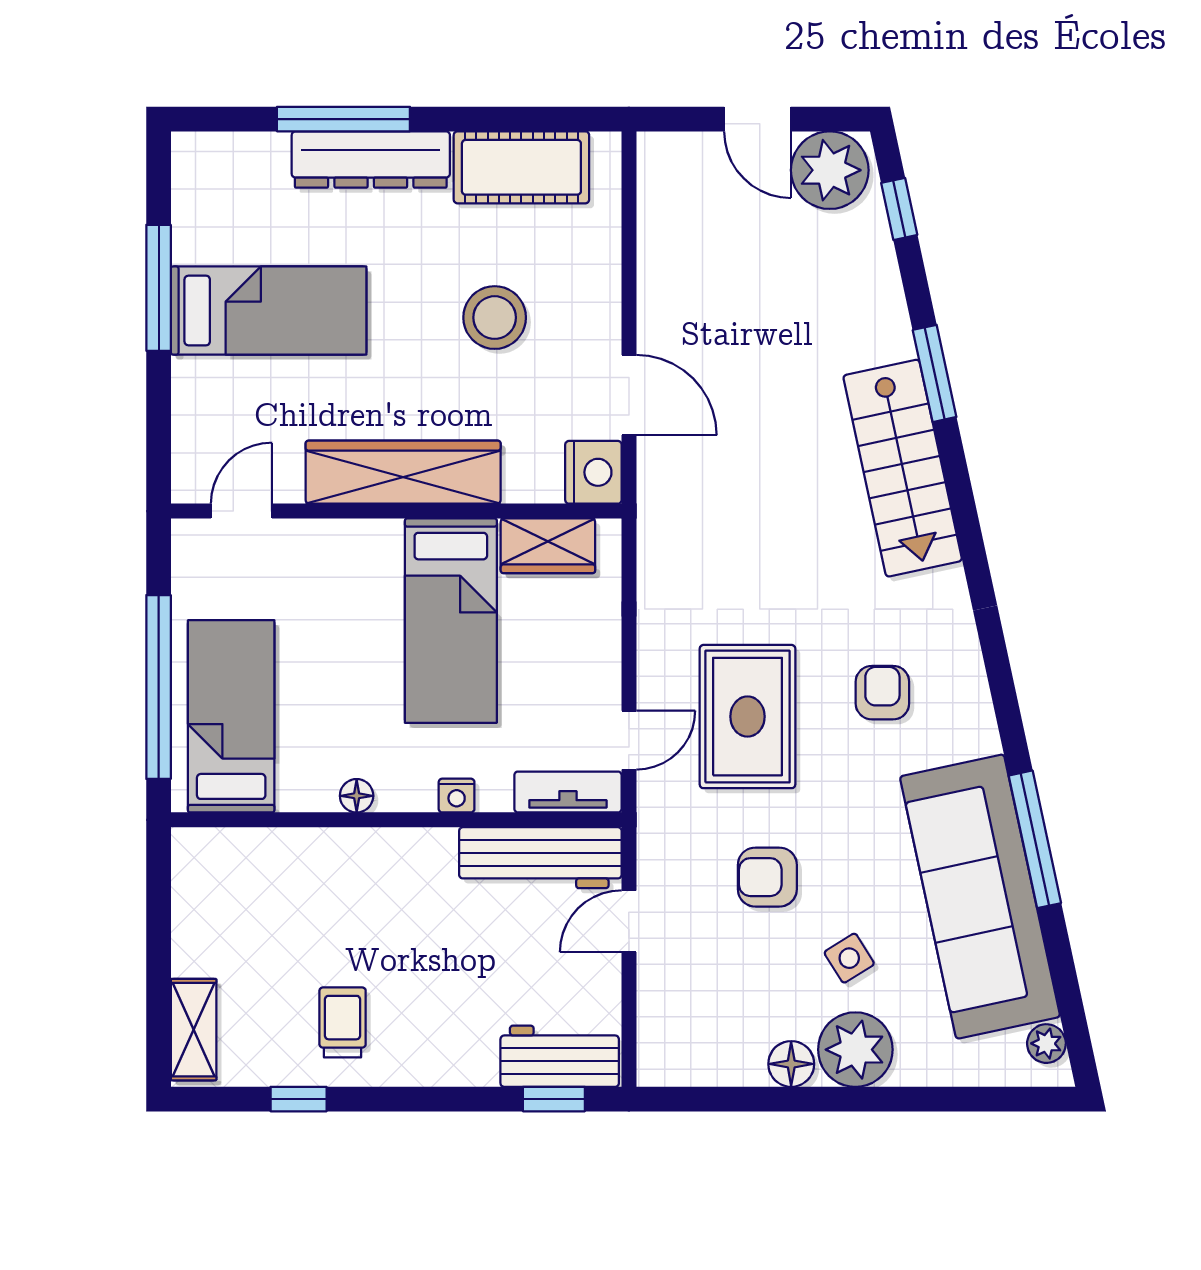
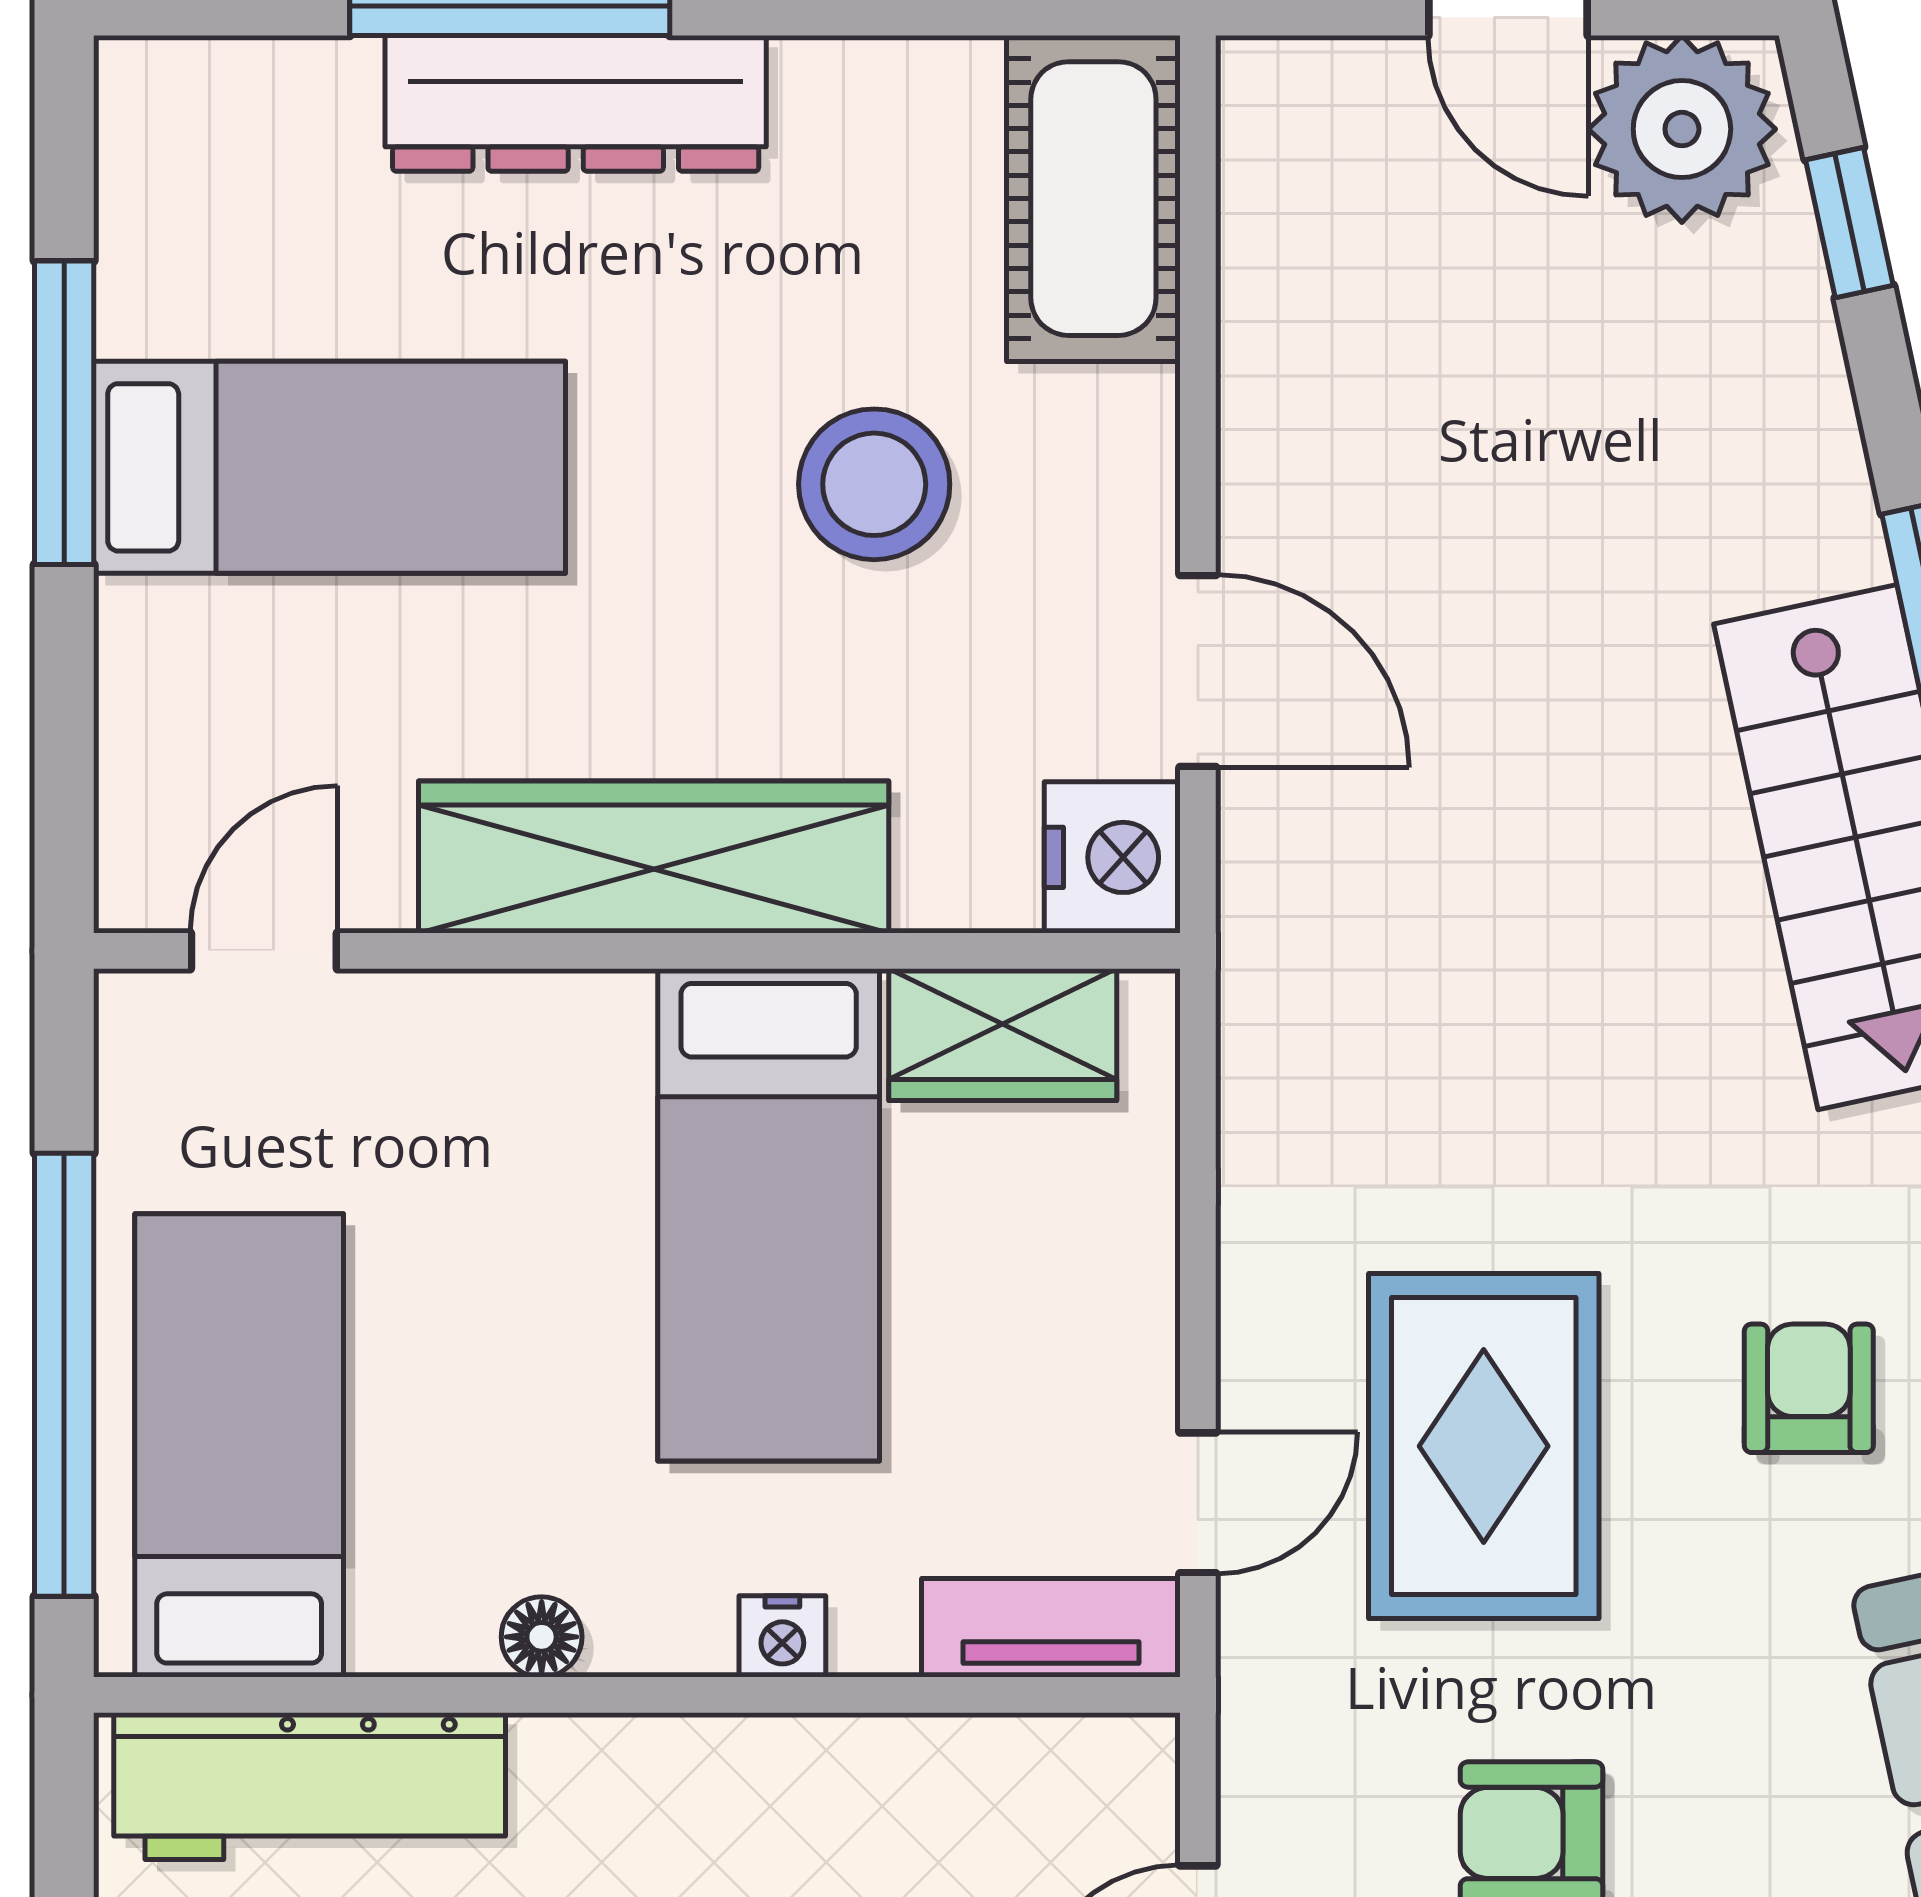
cot: (521, 167) -> (1093, 199), moved, turned 90
workbench: (540, 858) -> (310, 1786), moved

